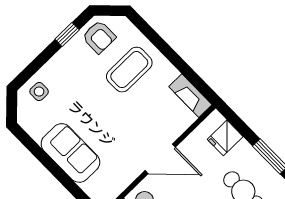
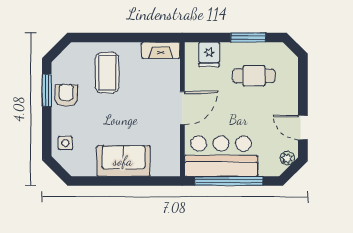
window: (67, 35) -> (47, 90), width x1.50
armchair: (99, 37) -> (66, 95), moved, turned -90

